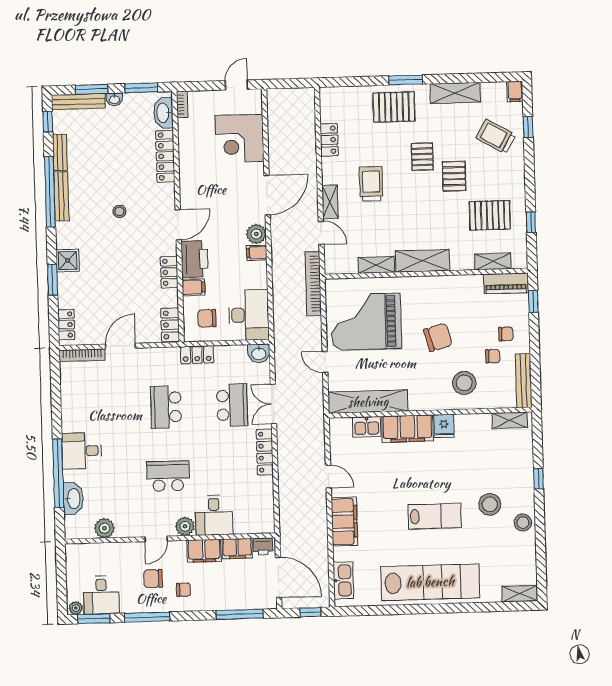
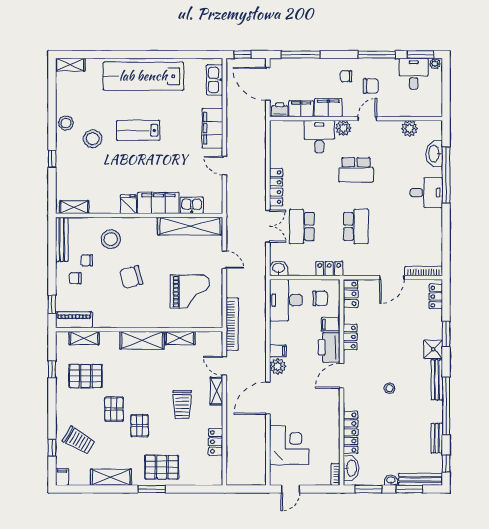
bench: (61, 196) -> (437, 380), moved
grand piano: (366, 322) -> (190, 292), width x0.73, depth x0.68

